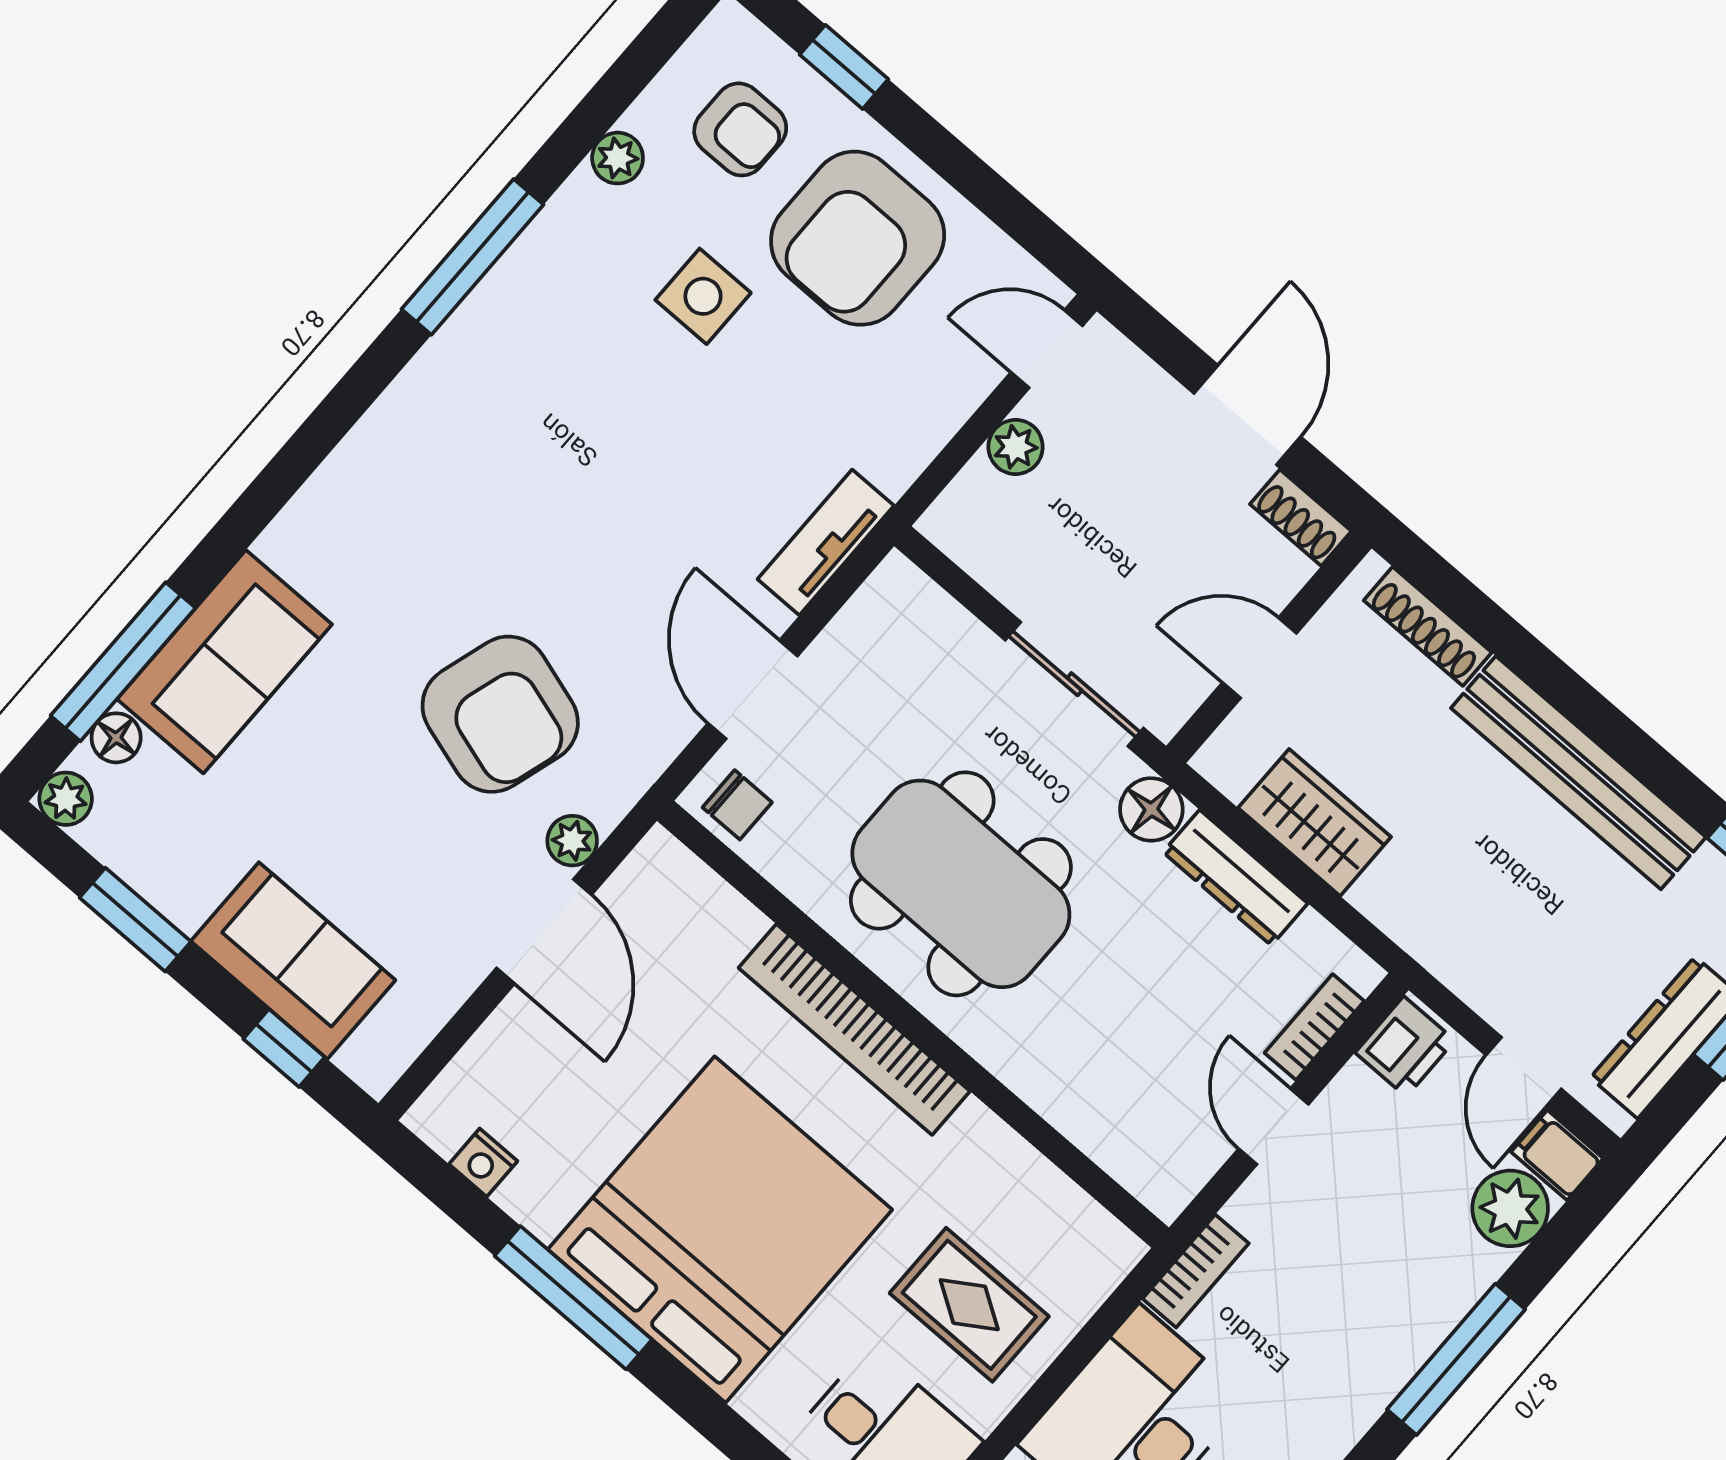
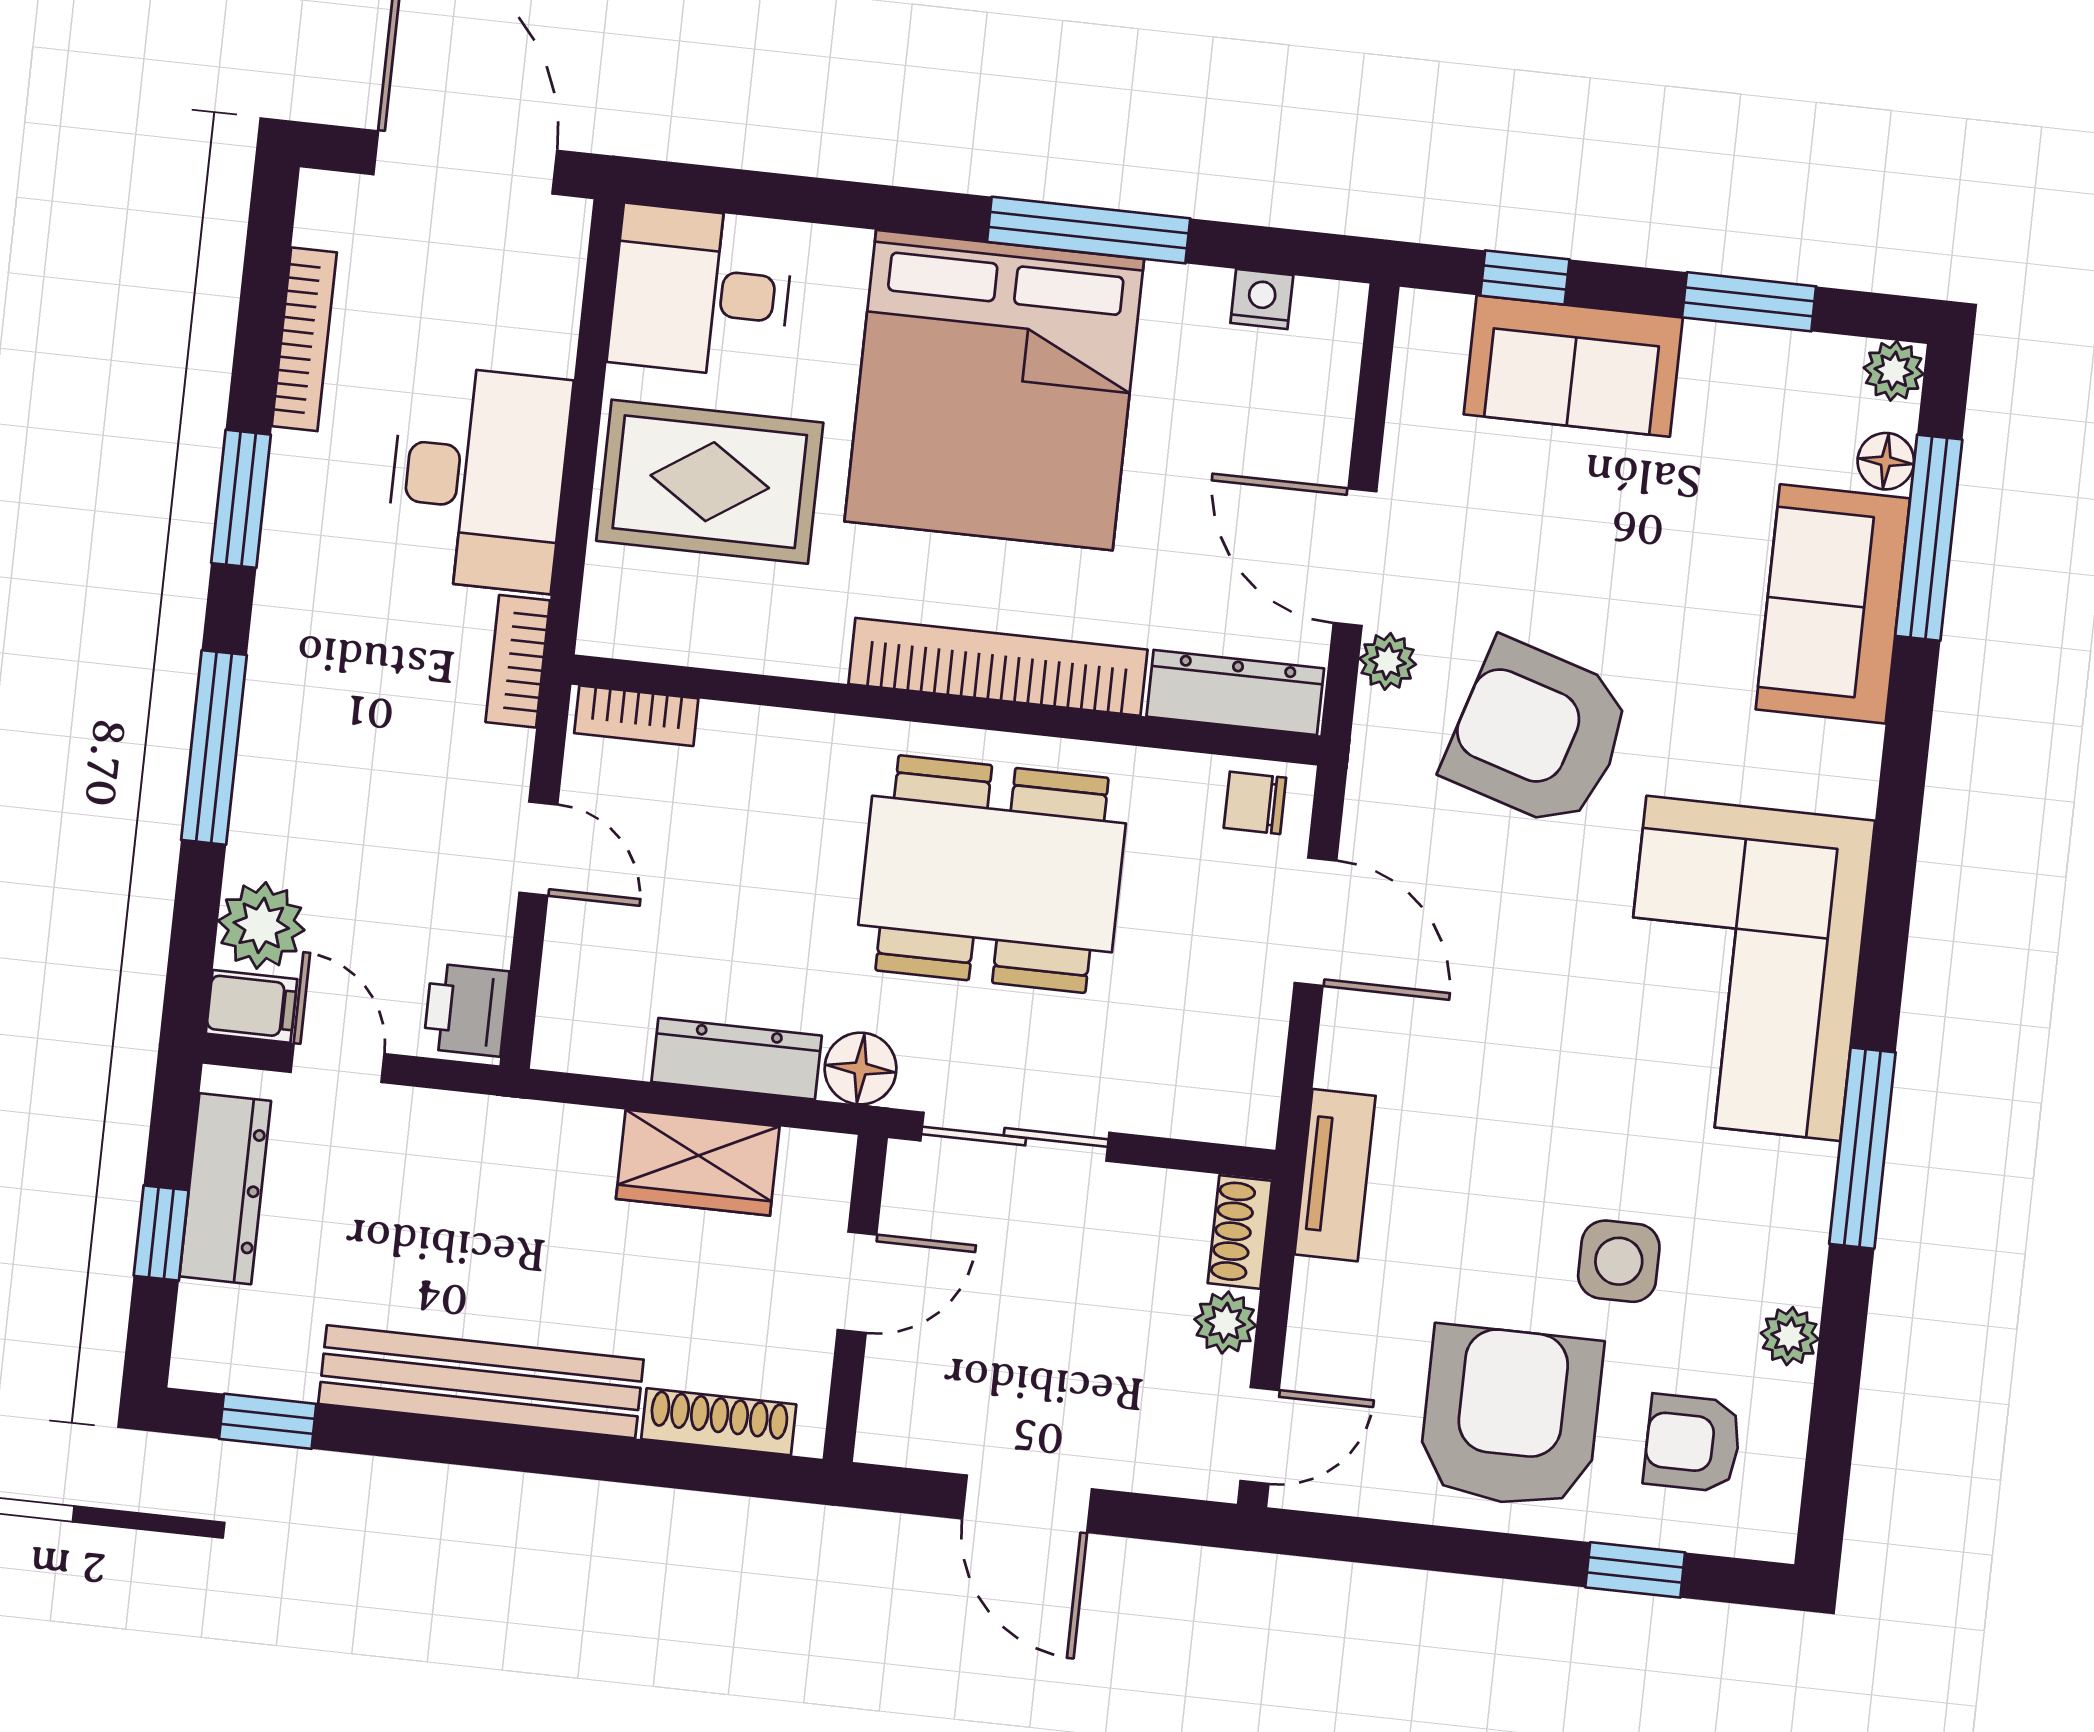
corner sofa: (469, 445) -> (1743, 968), added
shoe rack: (1301, 518) -> (1240, 1232), moved, turned -90
tv unit: (826, 542) -> (1335, 1175), moved
dresser: (697, 894) -> (1235, 692), added
bookcase: (1314, 1027) -> (636, 716), moved, turned 90
rug: (969, 1305) -> (710, 482), width x1.36, depth x1.43

